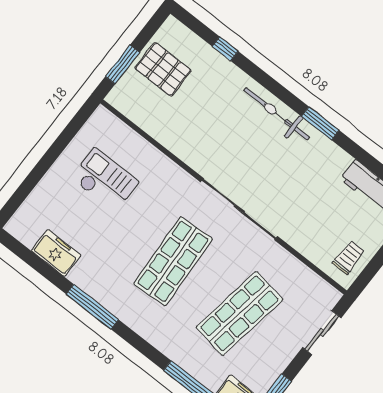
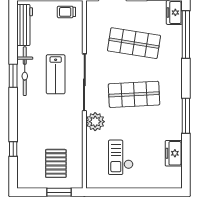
pallet: (163, 69) -> (56, 163), moved
bicycle: (277, 114) -> (25, 71), moved
lab bench: (279, 180) -> (56, 74), added
plant: (177, 183) -> (95, 122), added

